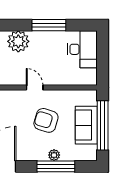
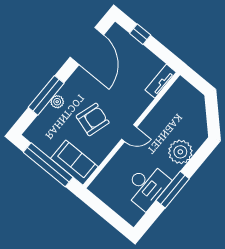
desk: (82, 49) -> (146, 186), moved, turned -90
sofa: (86, 125) -> (74, 163), moved

